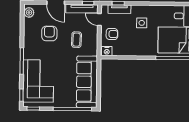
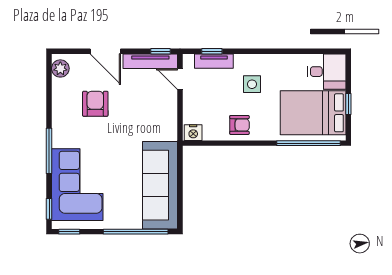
armchair: (112, 34) -> (239, 125), moved
coffee table: (76, 40) -> (142, 114), removed

